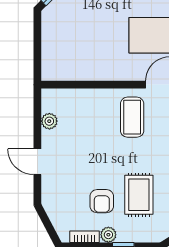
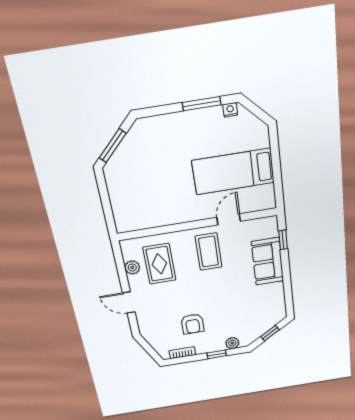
rug: (139, 195) -> (159, 264), moved
plant: (108, 235) -> (232, 343), moved

